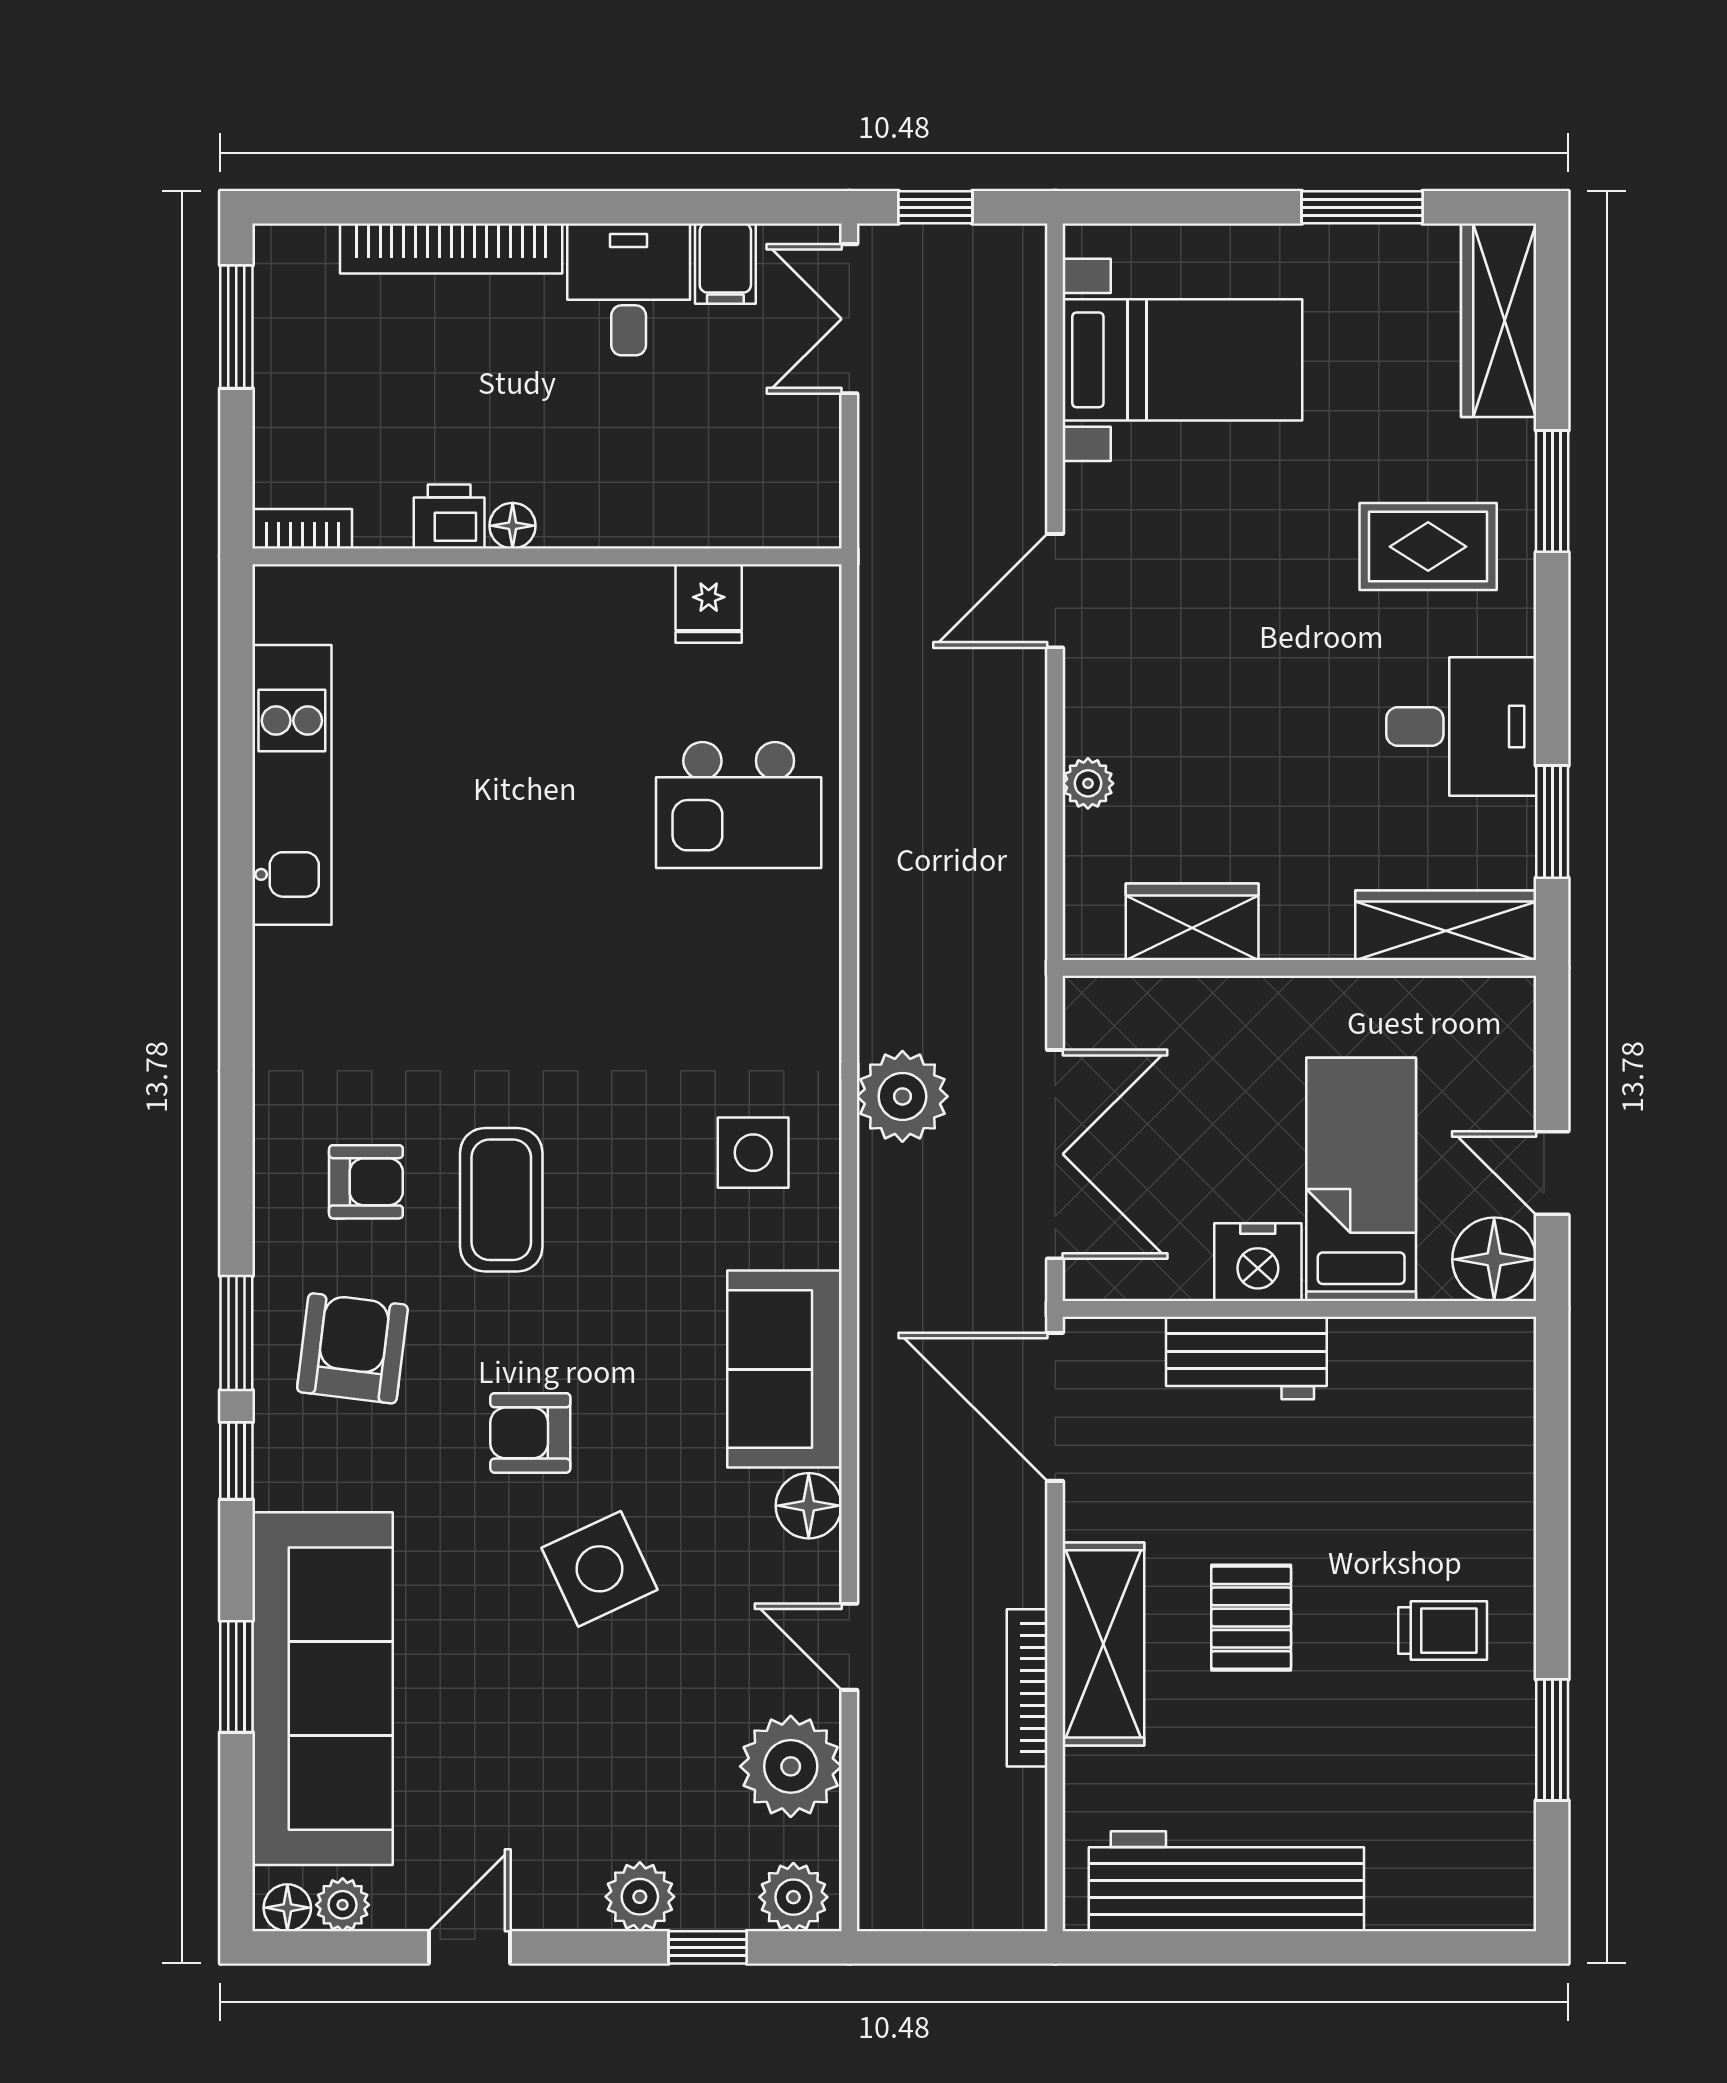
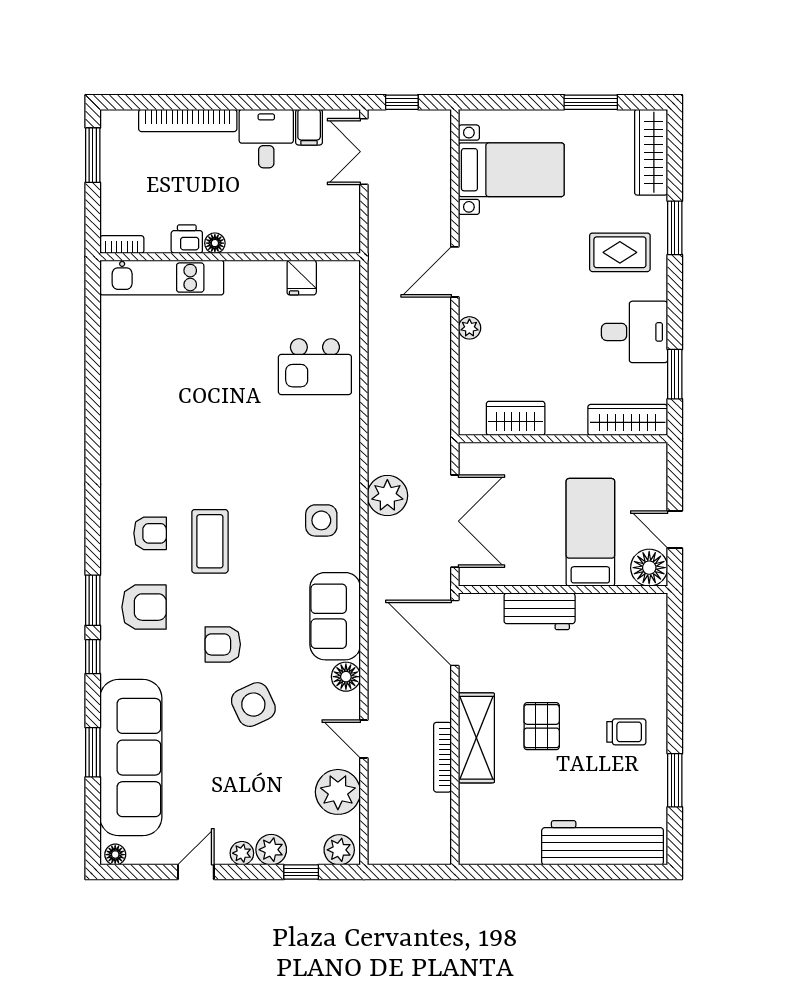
plant: (1088, 783) -> (469, 328), moved
kitchen unit: (292, 785) -> (162, 278), moved, turned 90
nightstand: (1258, 1262) -> (545, 569), removed
armchair: (352, 1348) -> (144, 607), turned 83
workbench: (1226, 1881) -> (603, 843), moved
plant: (343, 1905) -> (242, 853), moved

